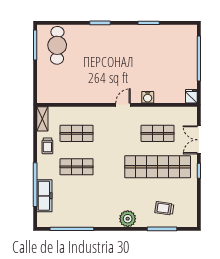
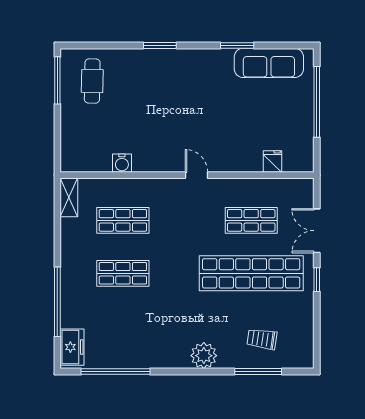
sofa: (169, 34) -> (269, 63), added
cafe table: (57, 45) -> (92, 81), width x0.73, depth x0.74
fridge: (191, 96) -> (272, 162), moved
water cooler: (148, 97) -> (122, 163), moved
door: (123, 105) -> (196, 175), hinge flipped
trolley: (47, 146) -> (77, 240), removed
freezer: (44, 196) -> (72, 347), moved, width x0.71

